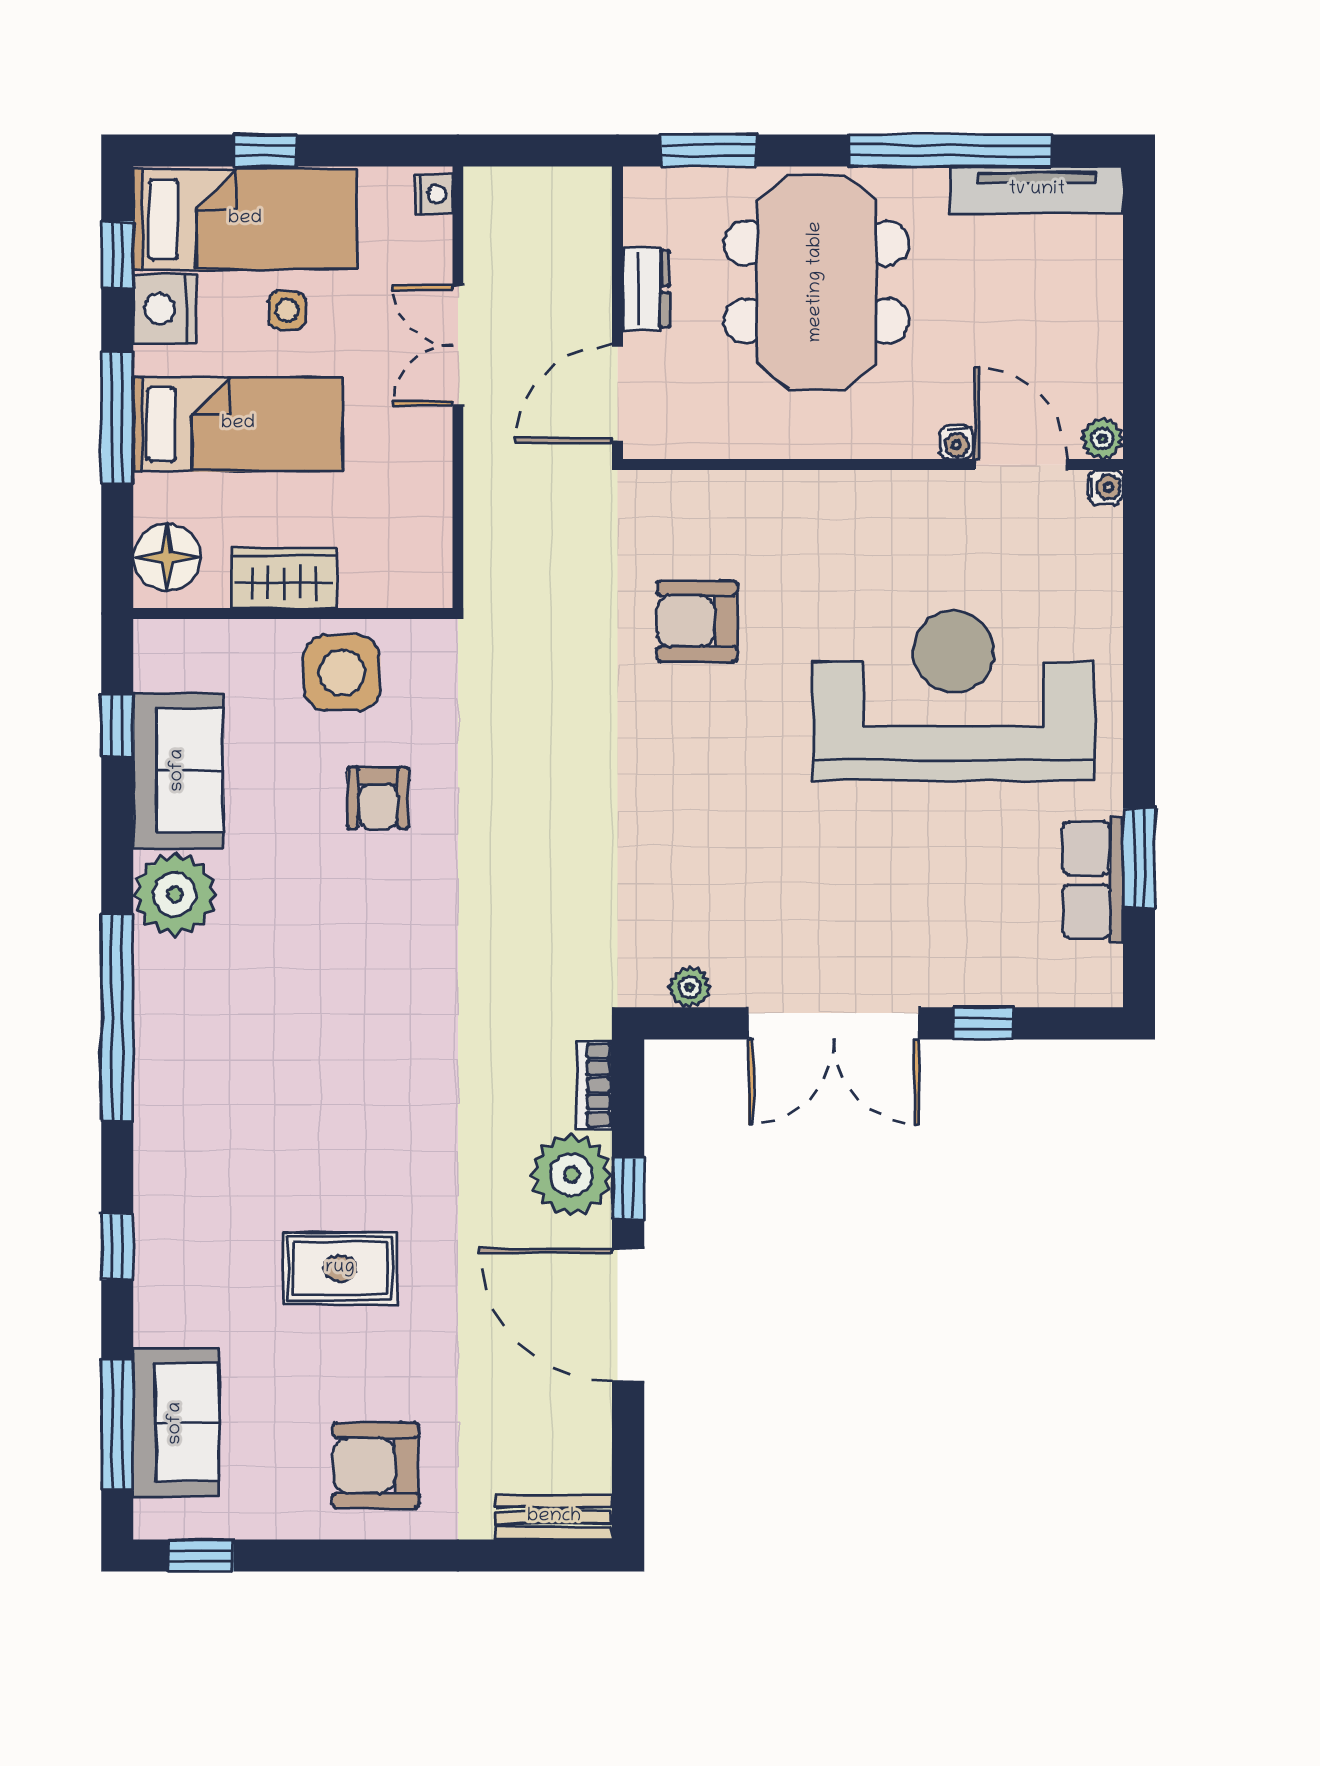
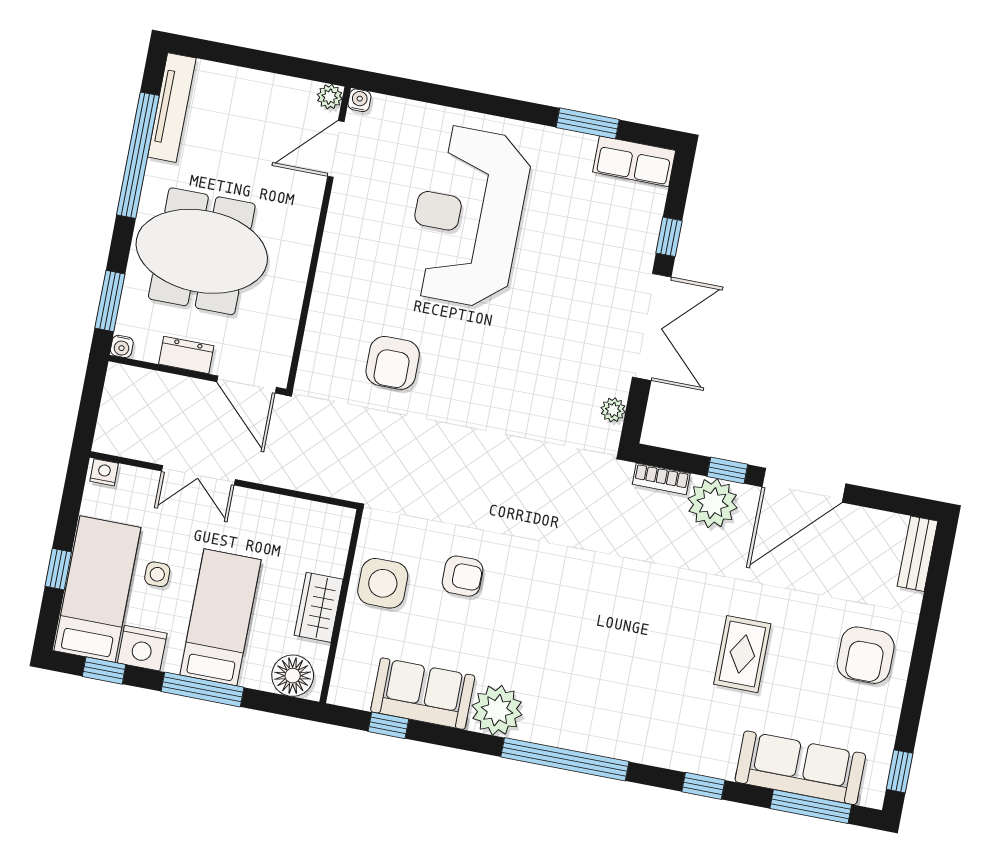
water cooler: (957, 442) -> (122, 346), moved, turned 90
row of seats: (1093, 880) -> (634, 161), moved
sofa: (176, 1423) -> (800, 768), width x1.36

